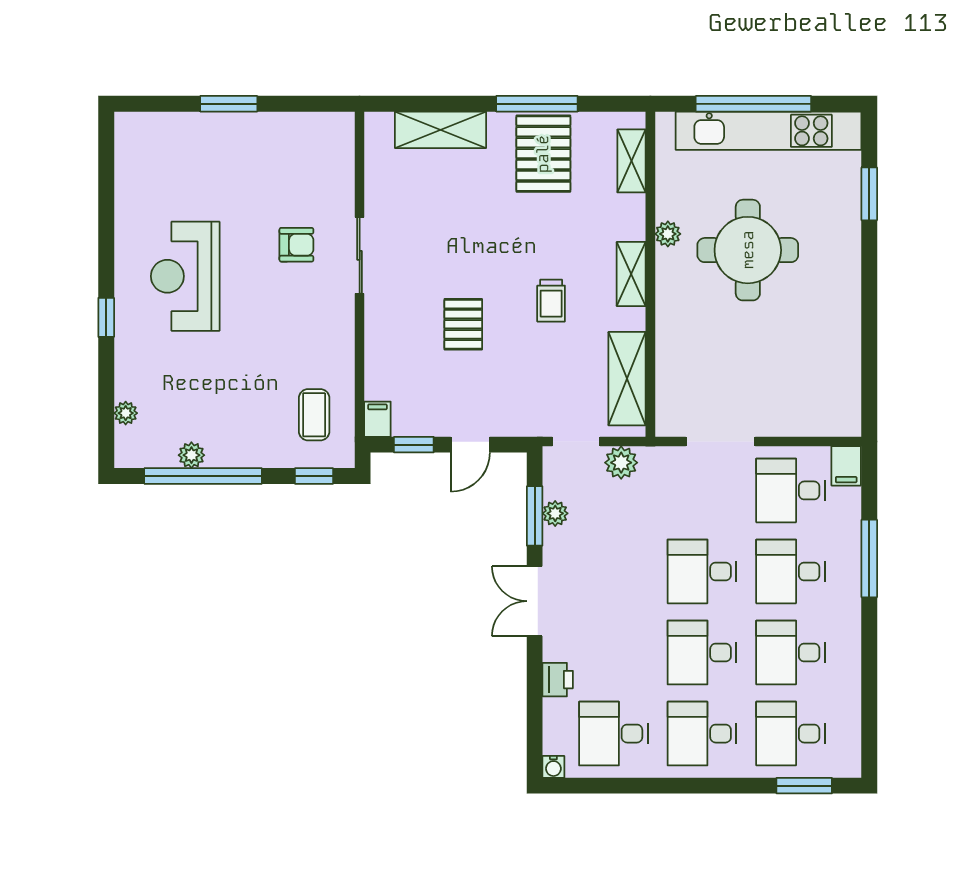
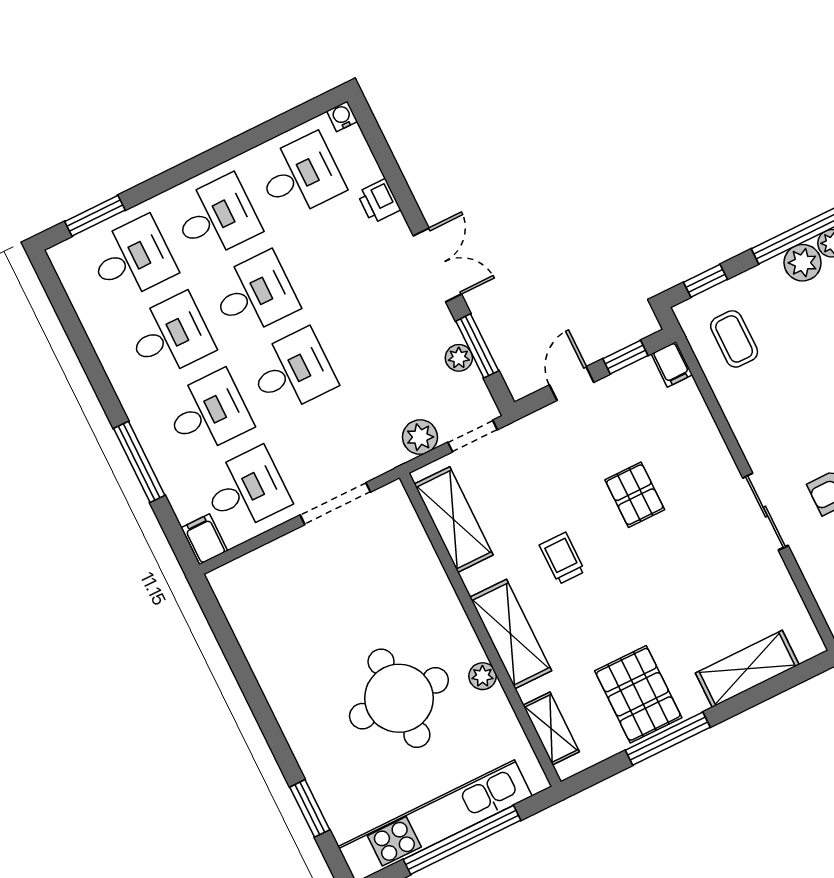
shelving: (631, 274) -> (511, 634), width x1.50, depth x1.33
plant: (224, 451) -> (803, 263), added

